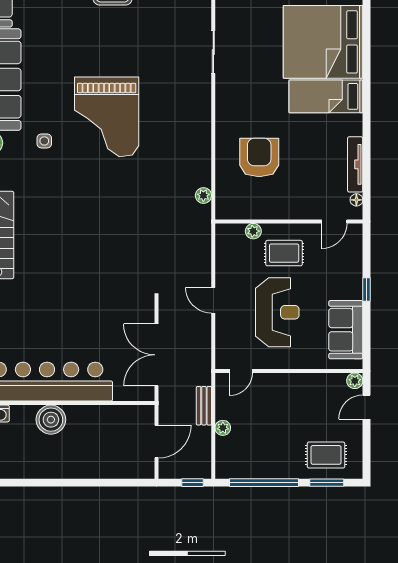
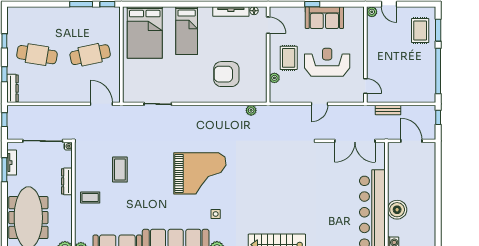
bed: (323, 42) -> (145, 32), width x0.73
sofa: (346, 330) -> (324, 18), moved
plant: (223, 428) -> (402, 98), removed

